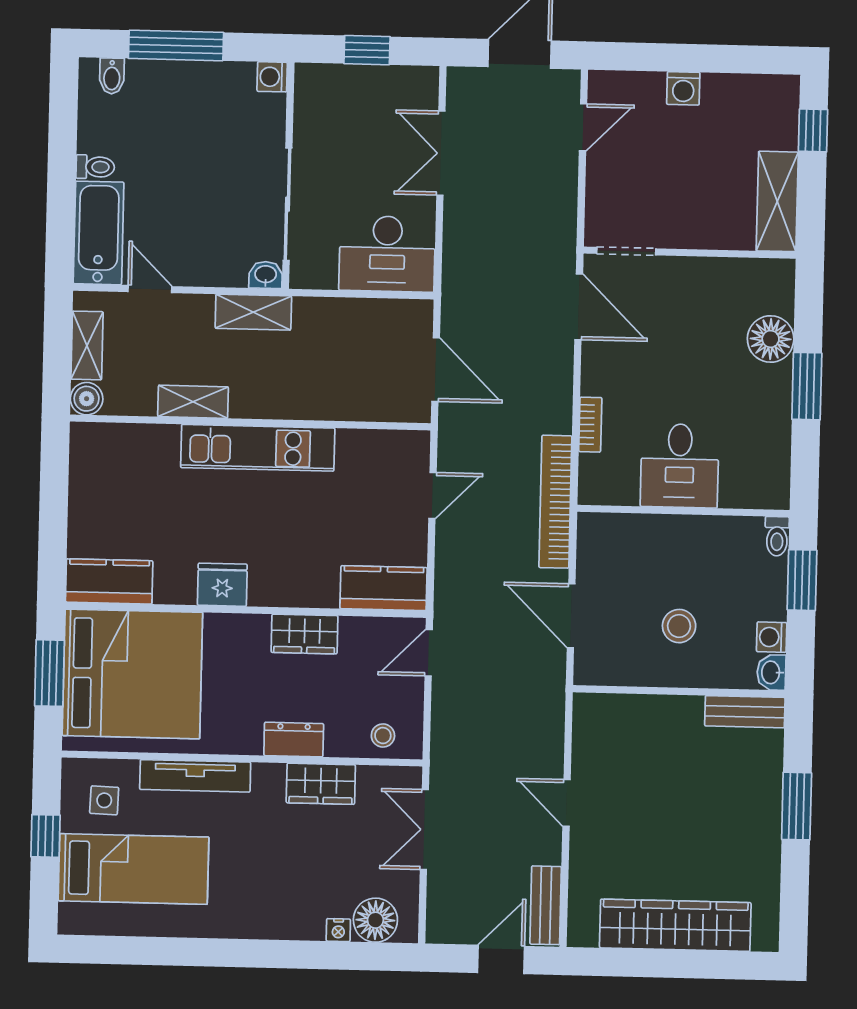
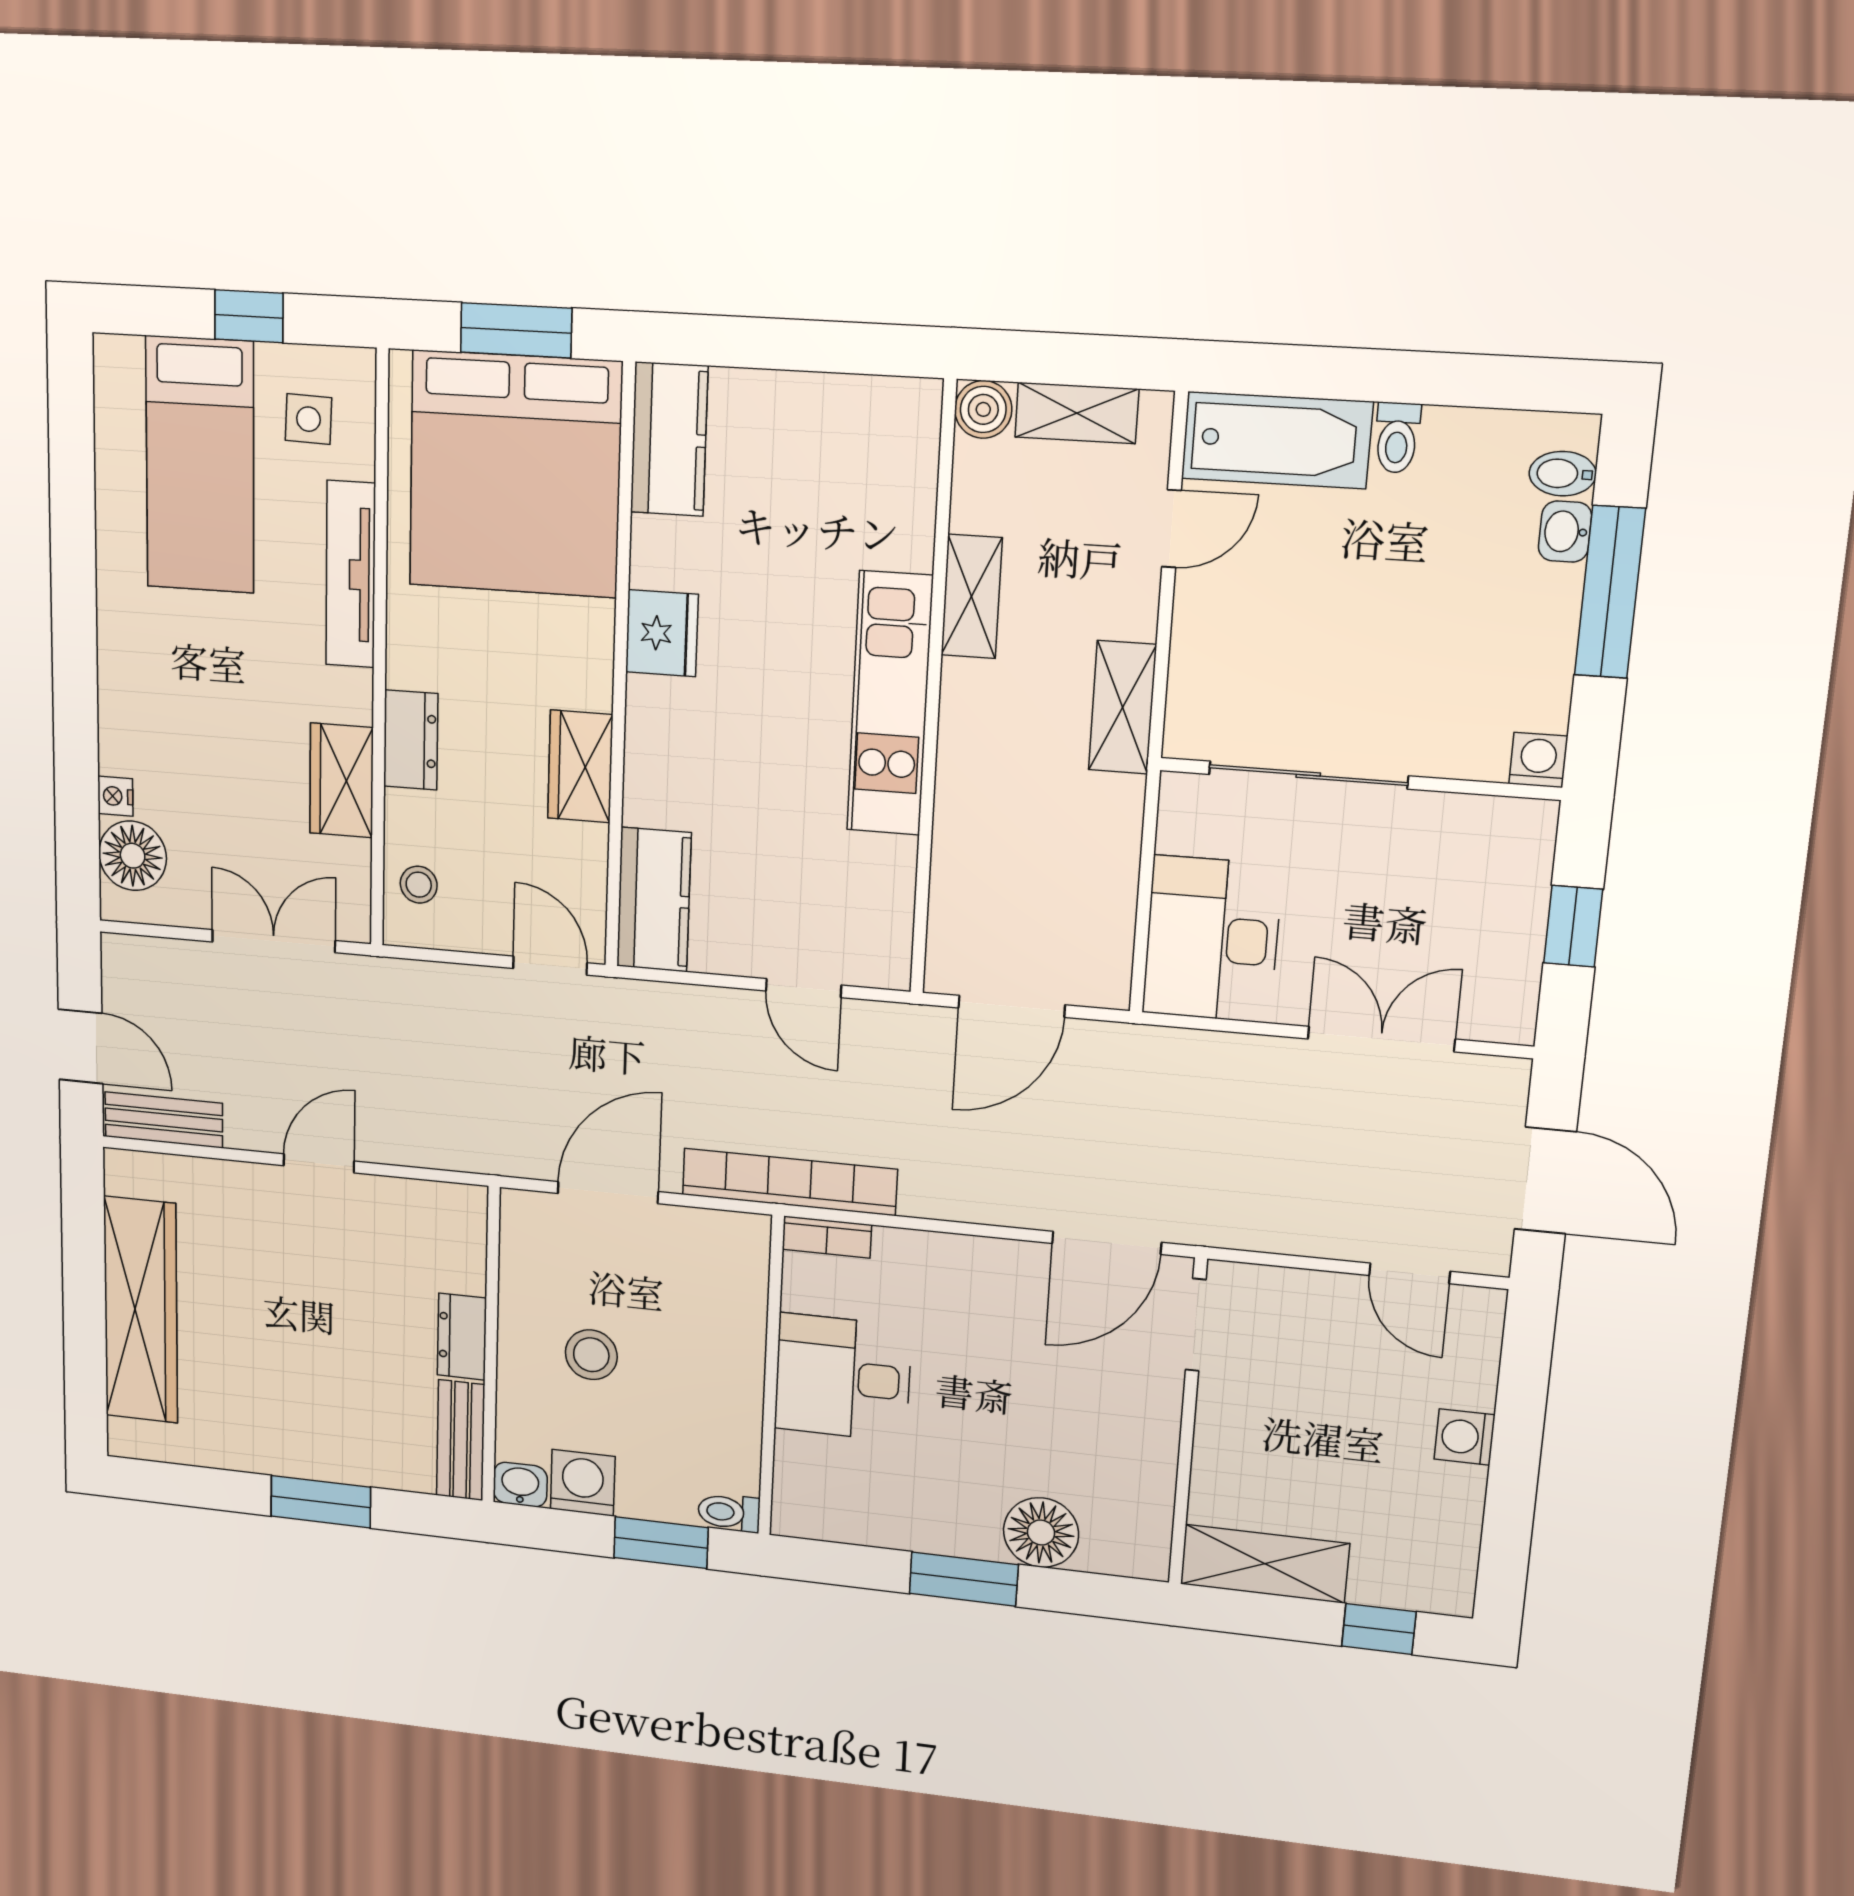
washbasin: (266, 275) -> (1565, 532), moved, turned 180
bookcase: (590, 425) -> (827, 1237), moved
washing machine: (772, 637) -> (583, 1483), width x1.38, depth x1.38
dresser: (674, 710) -> (462, 1337), added

